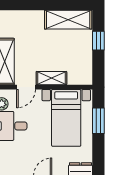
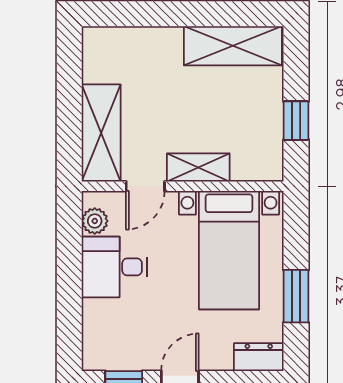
window: (98, 41) -> (296, 121), moved
window: (98, 121) -> (296, 296), moved

